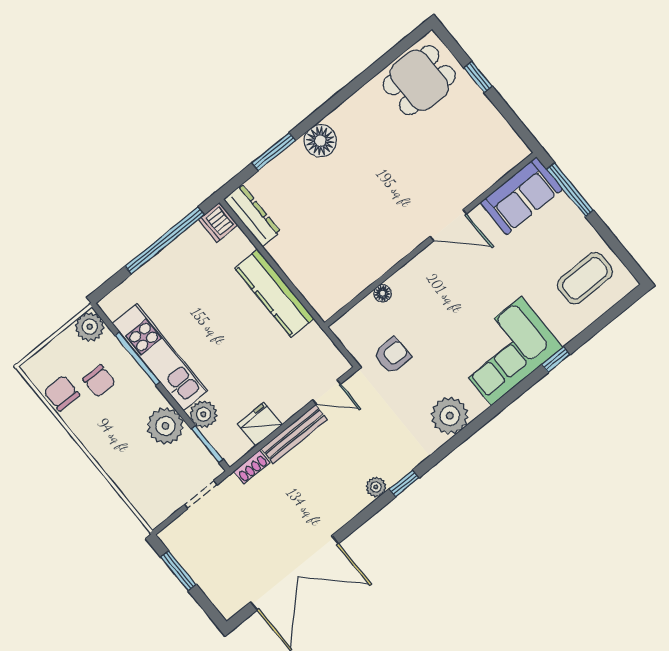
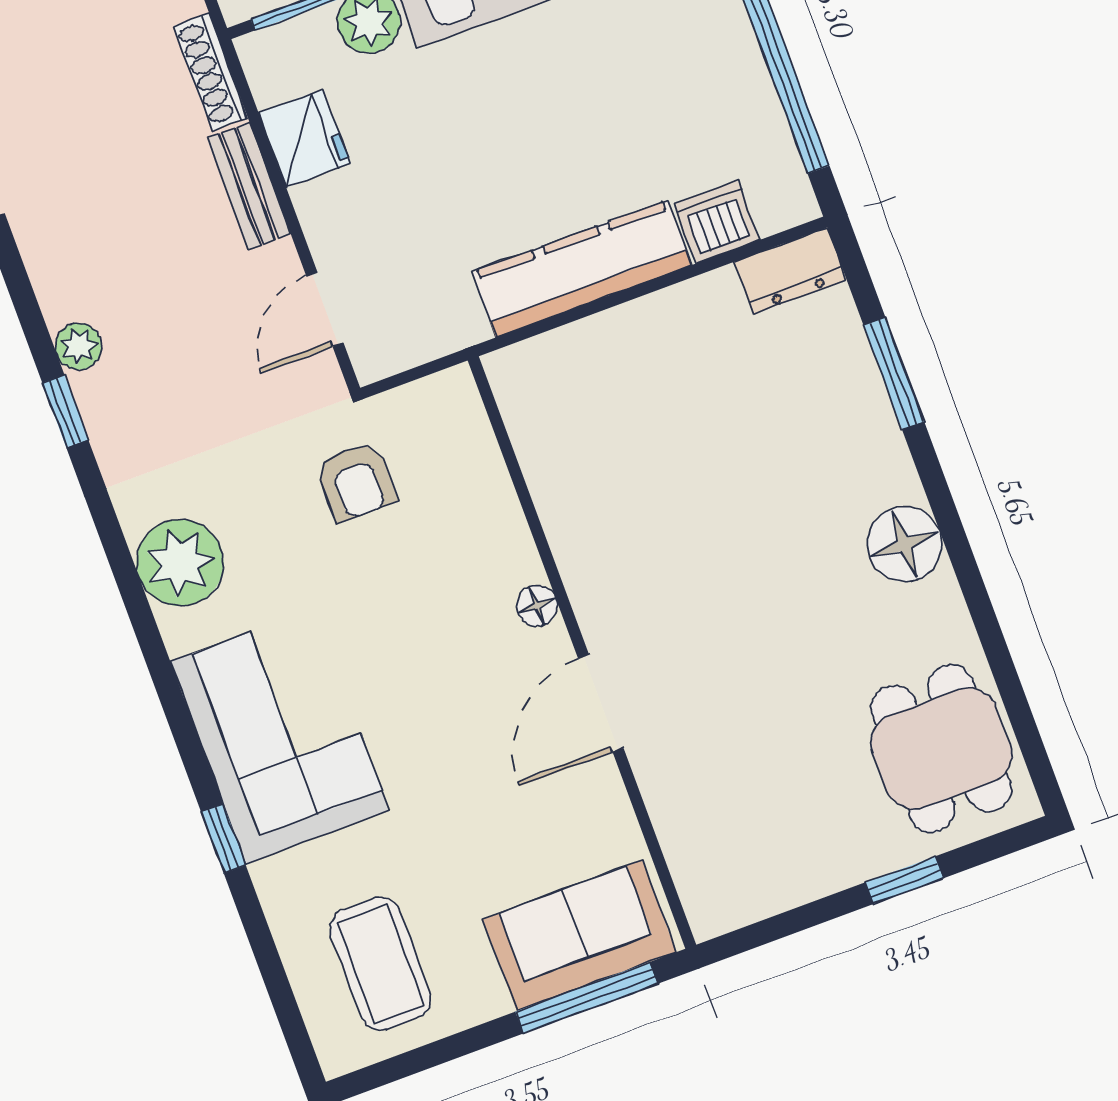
floor lamp: (320, 141) -> (905, 544), moved
sofa: (521, 196) -> (580, 936), moved, turned 90
dresser: (252, 215) -> (790, 271), width x0.70
dishwasher: (218, 222) -> (717, 222), moved
floor lamp: (382, 293) -> (537, 606), moved
bench: (294, 434) -> (249, 186), width x0.73
shoe rack: (252, 467) -> (211, 72), width x1.43

